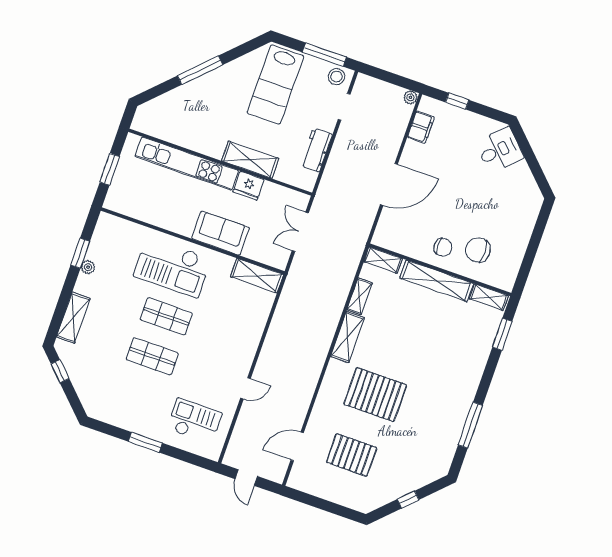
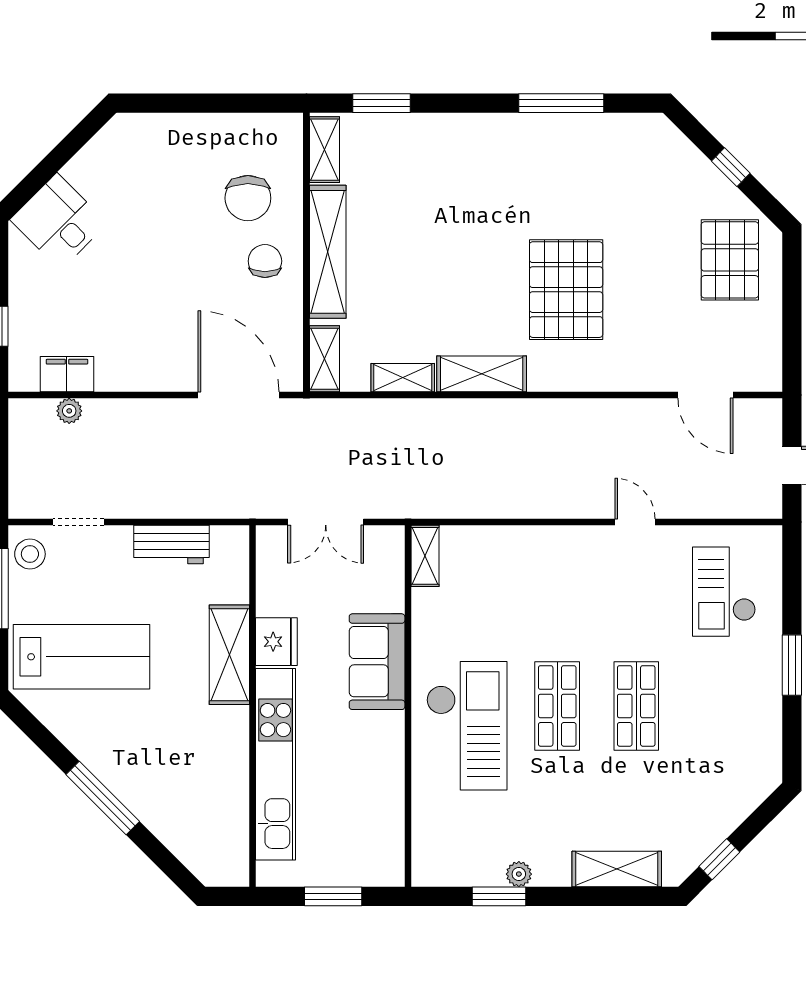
plant: (410, 97) -> (69, 411), moved
door: (389, 184) -> (239, 395), moved
shelving: (257, 276) -> (425, 556), width x0.67, depth x0.75
pallet: (352, 455) -> (730, 260), moved

